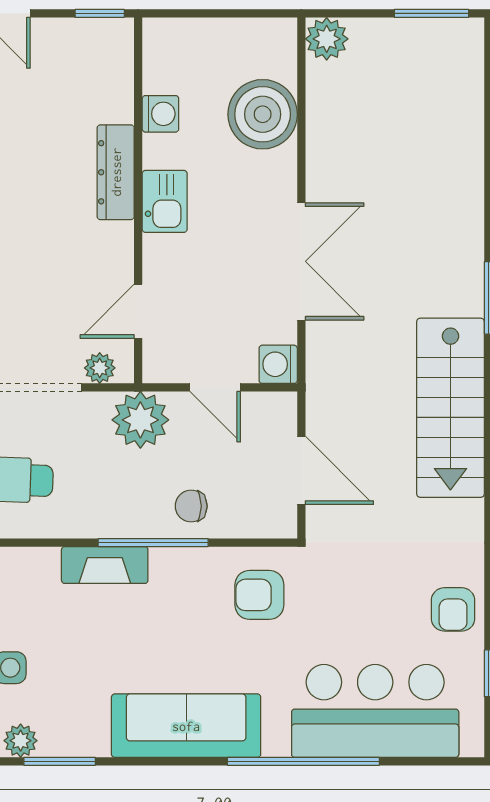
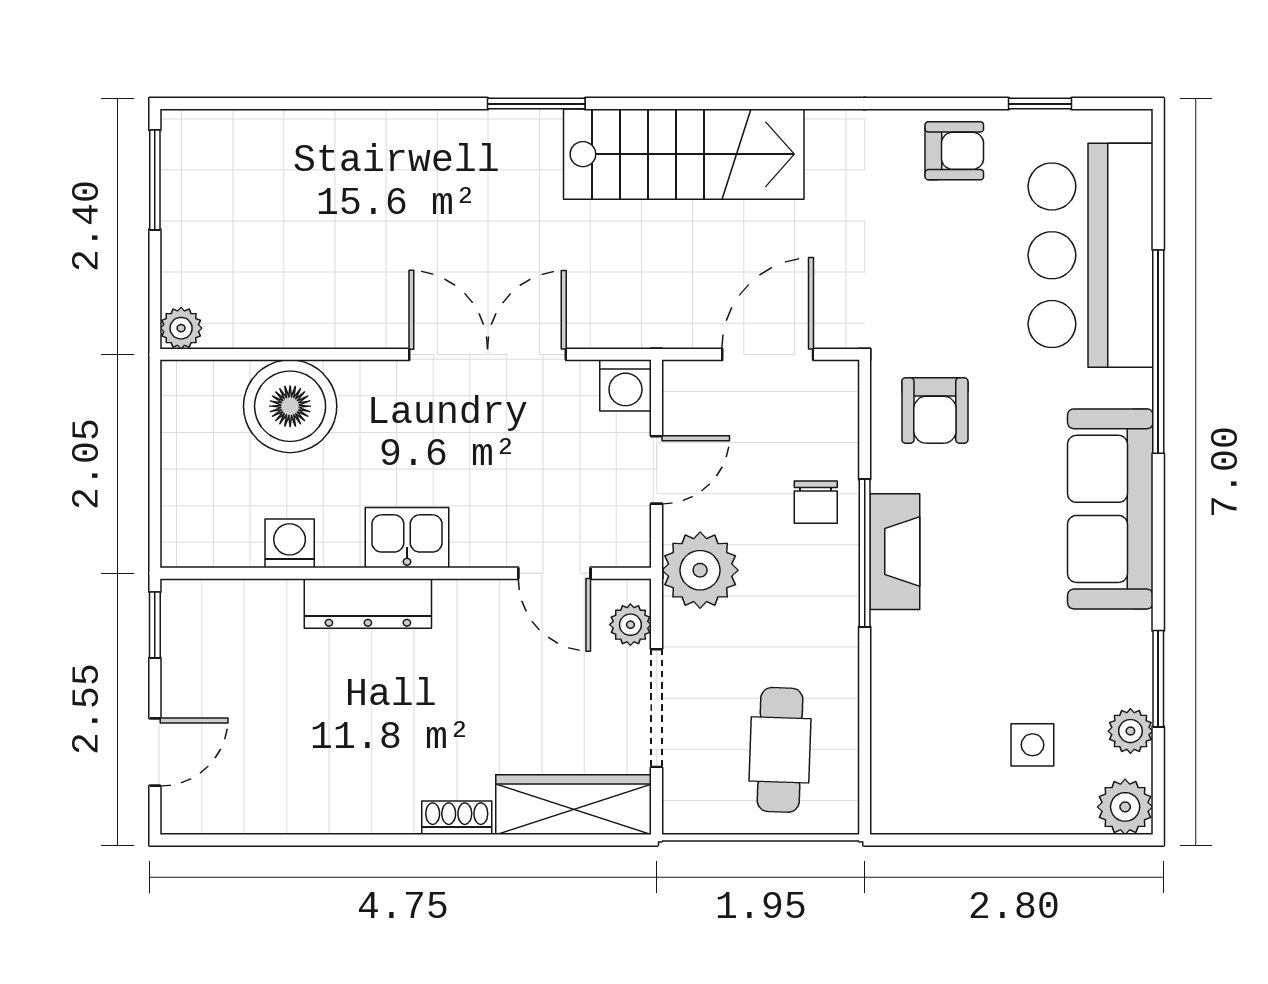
plant: (327, 39) -> (181, 328), width x0.73, depth x0.73
fireplace: (105, 565) -> (895, 552), moved

